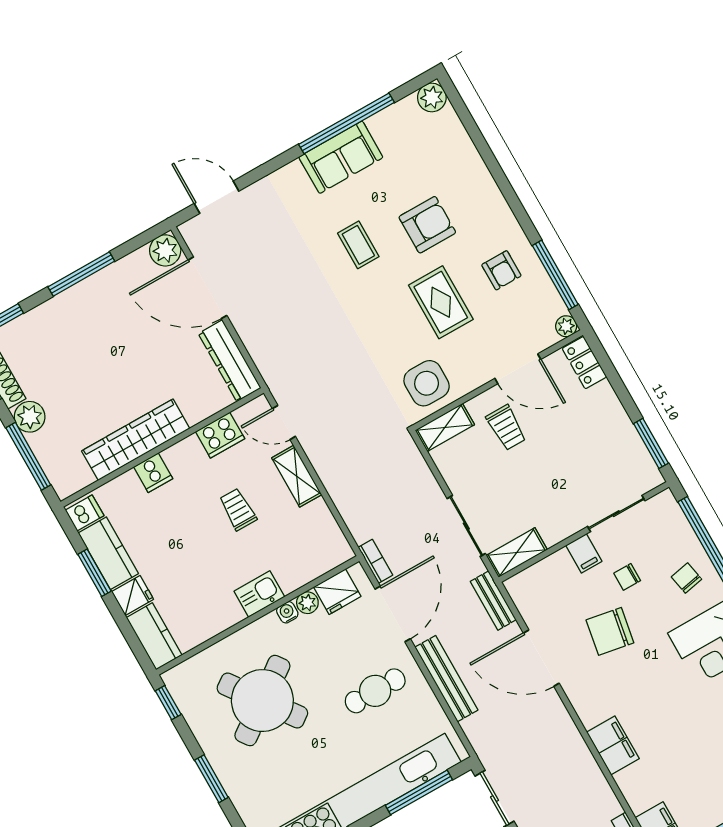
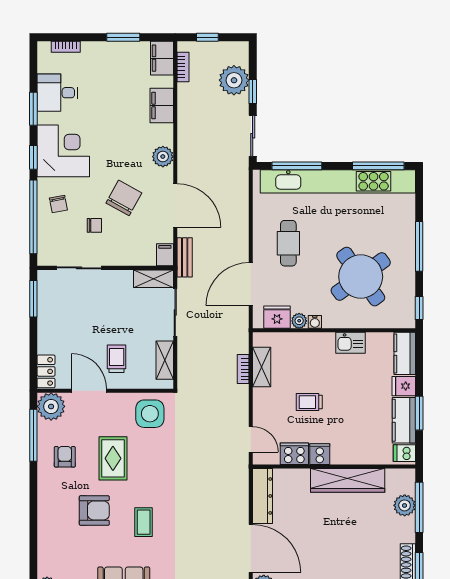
armchair: (427, 225) -> (94, 510), turned 180
plant: (566, 326) -> (51, 406), width x1.88, depth x1.88
plant: (30, 417) -> (405, 505), moved
shelving: (445, 428) -> (165, 360), moved, turned 90
cooker: (153, 473) -> (320, 454), moved
shelving: (297, 476) -> (262, 367), moved
trolley: (238, 509) -> (309, 402), turned 90
filing cabinet: (584, 553) -> (165, 255), moved
bookcase: (375, 561) -> (243, 369), moved
kitchen sink: (259, 594) -> (350, 343), moved
chair: (610, 631) -> (124, 198), turned -71
bench: (446, 679) -> (240, 226), removed
cafe table: (375, 691) -> (288, 243), turned 90
plant: (591, 710) -> (163, 157), added
filing cabinet: (613, 745) -> (162, 105), moved
window: (211, 779) -> (419, 246), width x1.44

